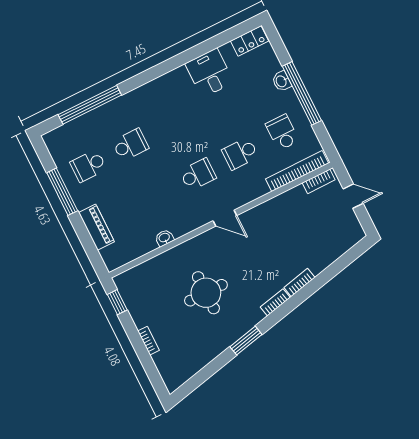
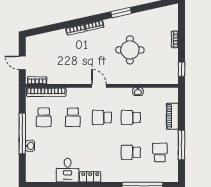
locker: (249, 41) -> (90, 177), moved
school desk: (240, 153) -> (73, 117), turned 90
school desk: (88, 166) -> (160, 152), turned -90
school desk: (156, 195) -> (131, 117), added

